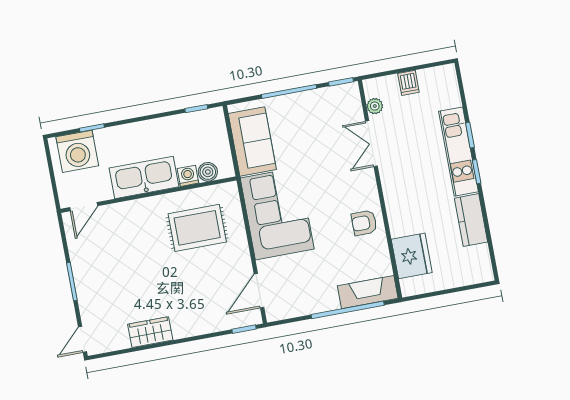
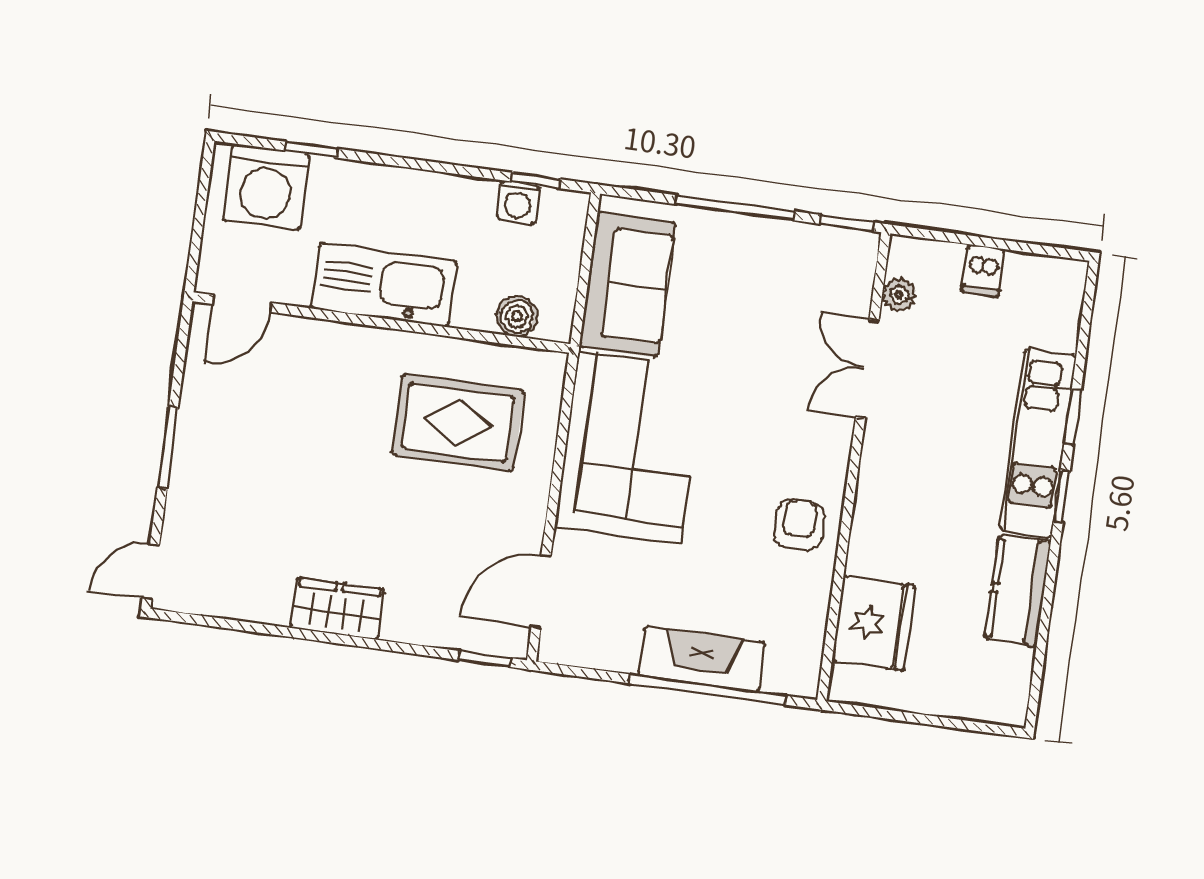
washing machine: (188, 176) -> (518, 202), moved, turned 180
armchair: (364, 223) -> (799, 524), turned 90
fireplace: (368, 292) -> (702, 659), moved
wardrobe: (150, 332) -> (337, 609), moved

